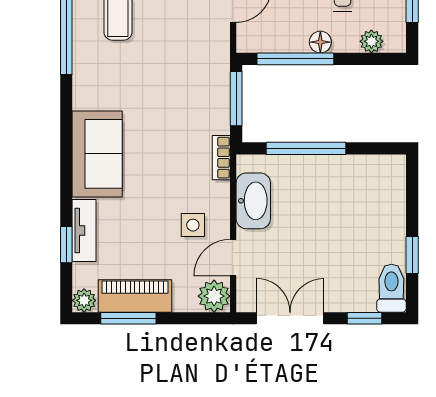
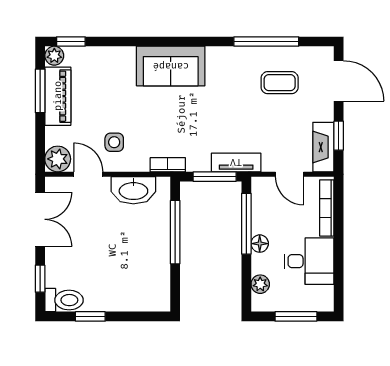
tv unit: (84, 230) -> (236, 162), moved, turned 180
window: (66, 245) -> (71, 42), moved

